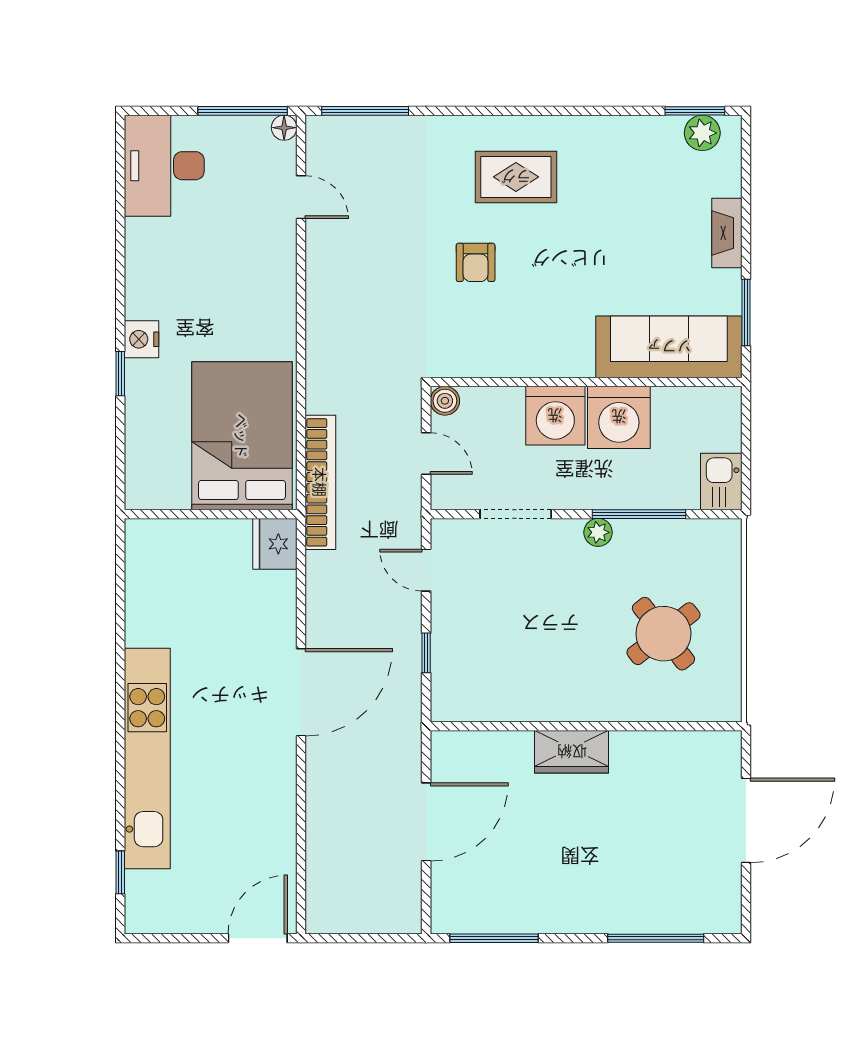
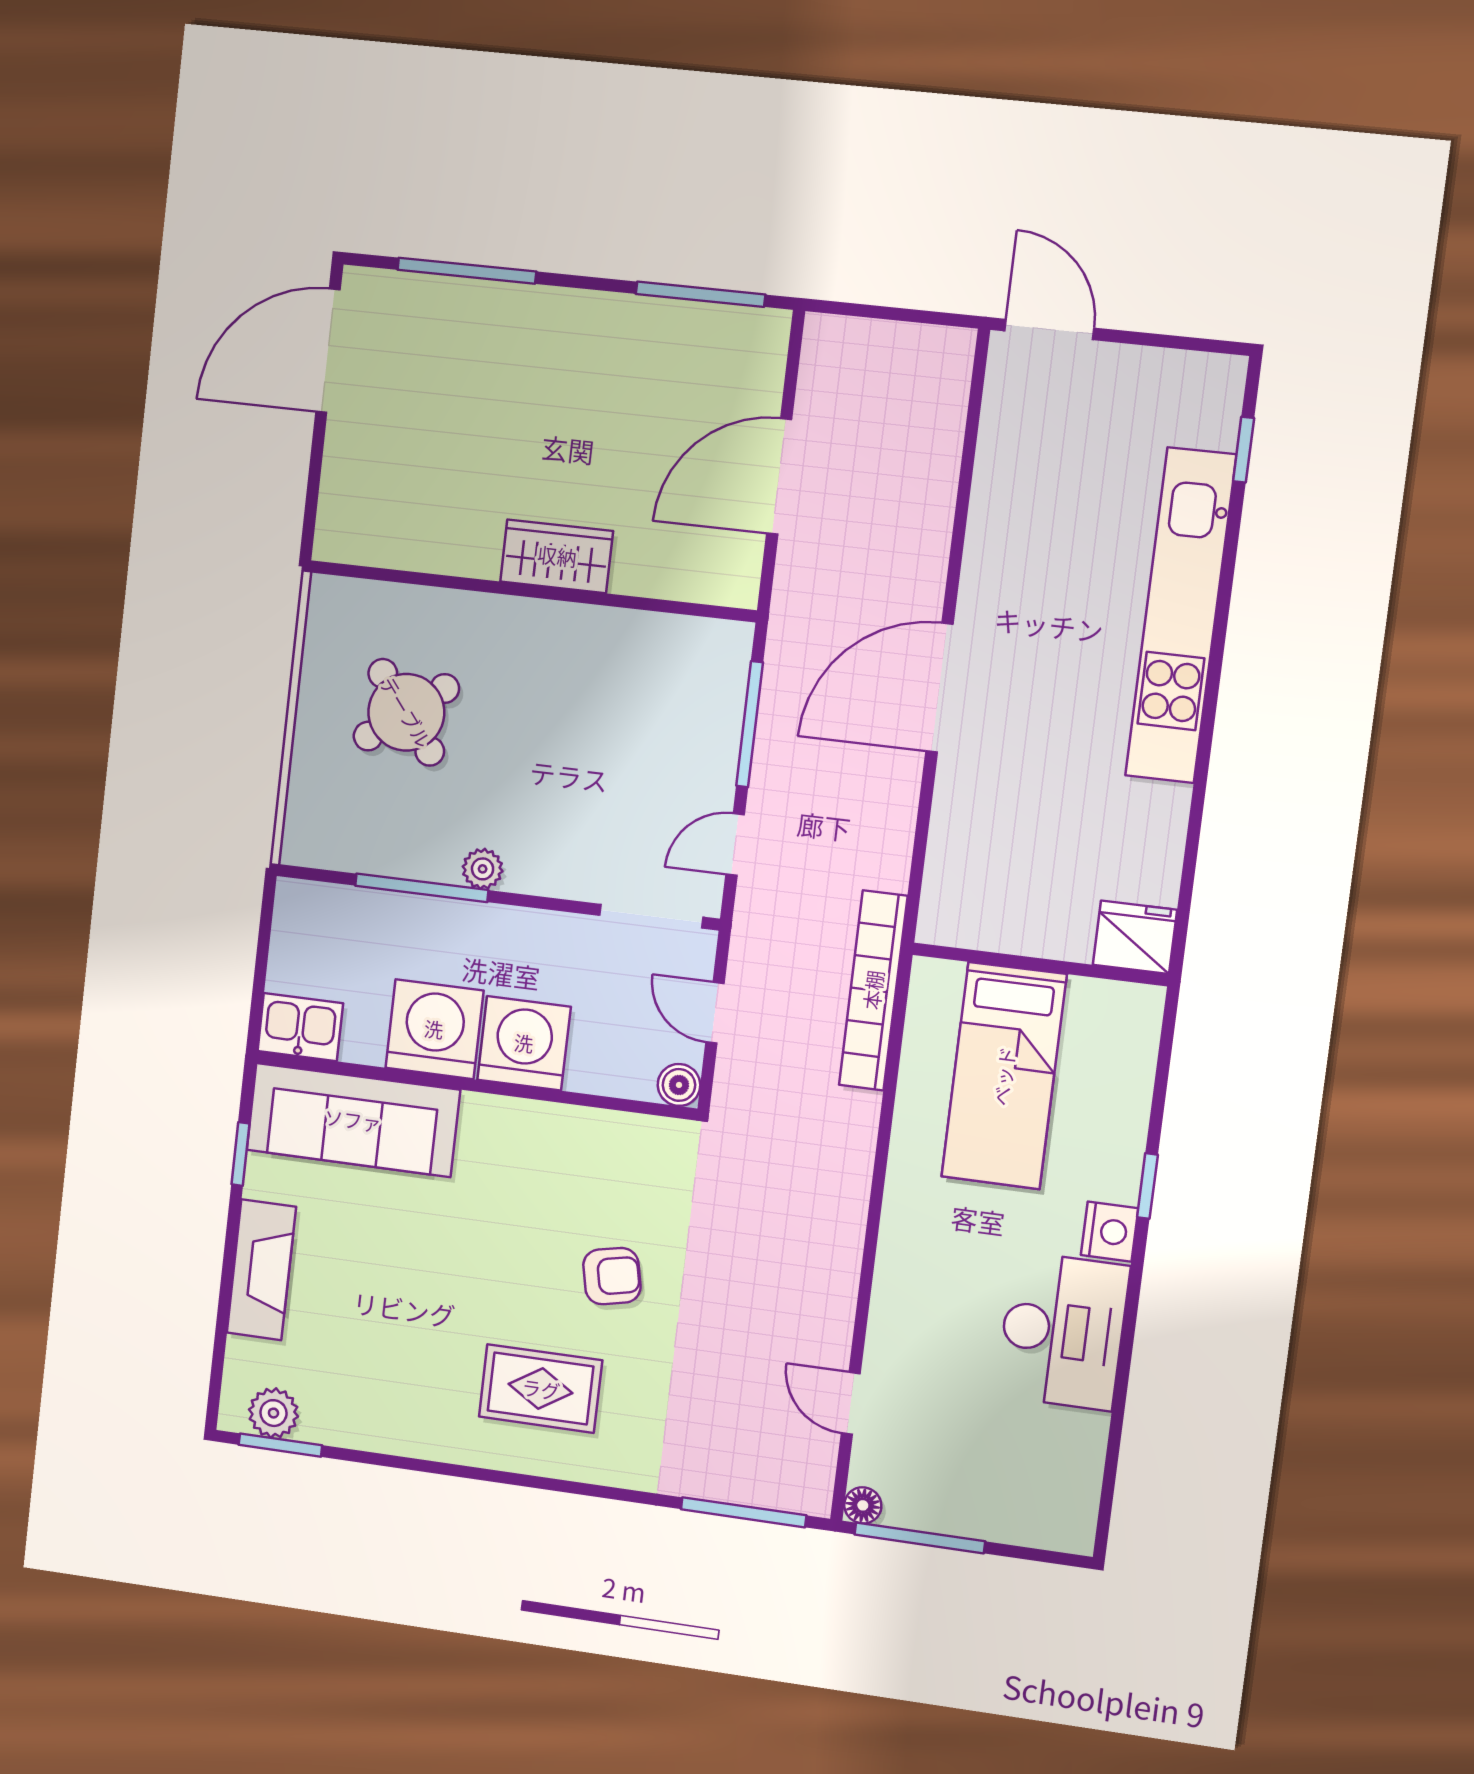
desk: (164, 166) -> (1063, 1331), moved
fireplace: (727, 233) -> (261, 1270), width x1.37, depth x1.32
armchair: (476, 262) -> (612, 1276), turned 78
window: (746, 312) -> (241, 1154), width x0.67
bed: (242, 436) -> (1004, 1076), width x0.67
kitchen sink: (721, 482) -> (300, 1027), moved, turned -90
doorway: (516, 514) -> (651, 916), moved
fridge: (275, 544) -> (1135, 937), moved, turned -90
door: (426, 570) -> (735, 845), swing flipped
window: (426, 653) -> (750, 724), width x2.17
door: (746, 820) -> (328, 351), moved
door: (258, 938) -> (1049, 329), swing flipped

